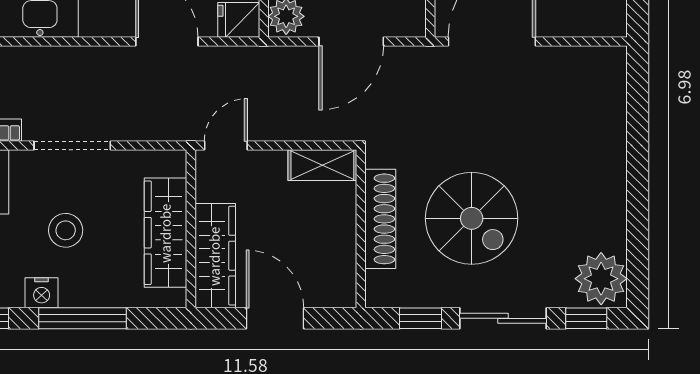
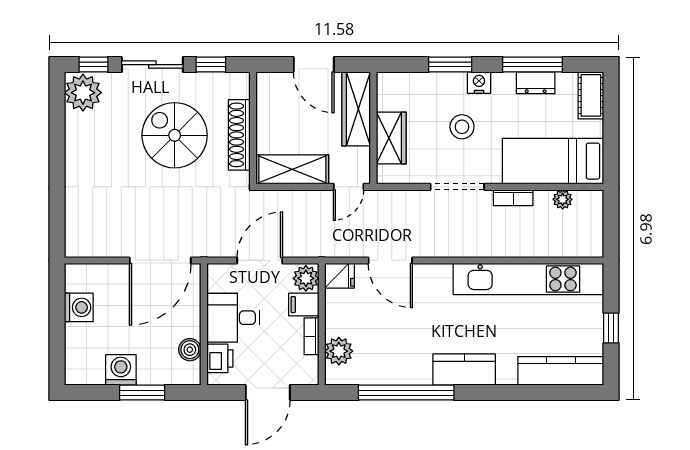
shelving: (322, 165) -> (292, 169), width x1.50, depth x1.33
wardrobe: (166, 233) -> (391, 138), width x0.67
window: (82, 318) -> (450, 65), width x0.69

